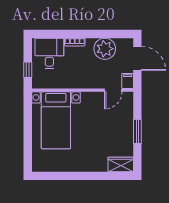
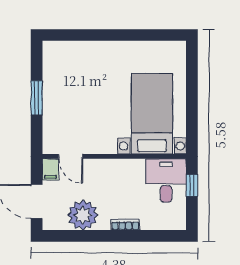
desk: (49, 53) -> (166, 180), moved, turned 180
door: (113, 90) -> (71, 156), swing flipped
wardrobe: (121, 164) -> (60, 51), removed

